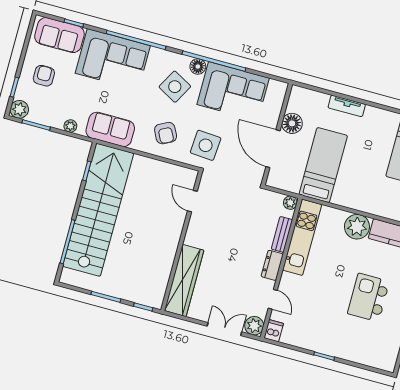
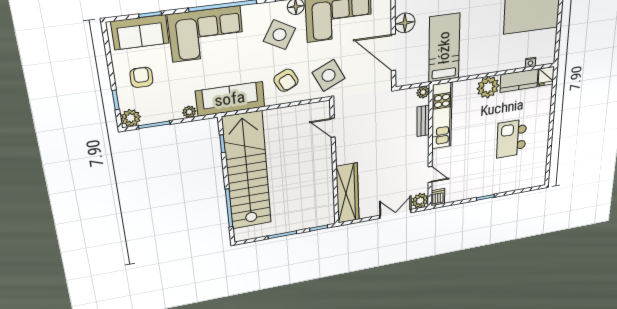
sofa: (110, 129) -> (230, 99), width x1.36
side table: (206, 145) -> (329, 75), turned -30
dresser: (272, 265) -> (422, 149), removed

